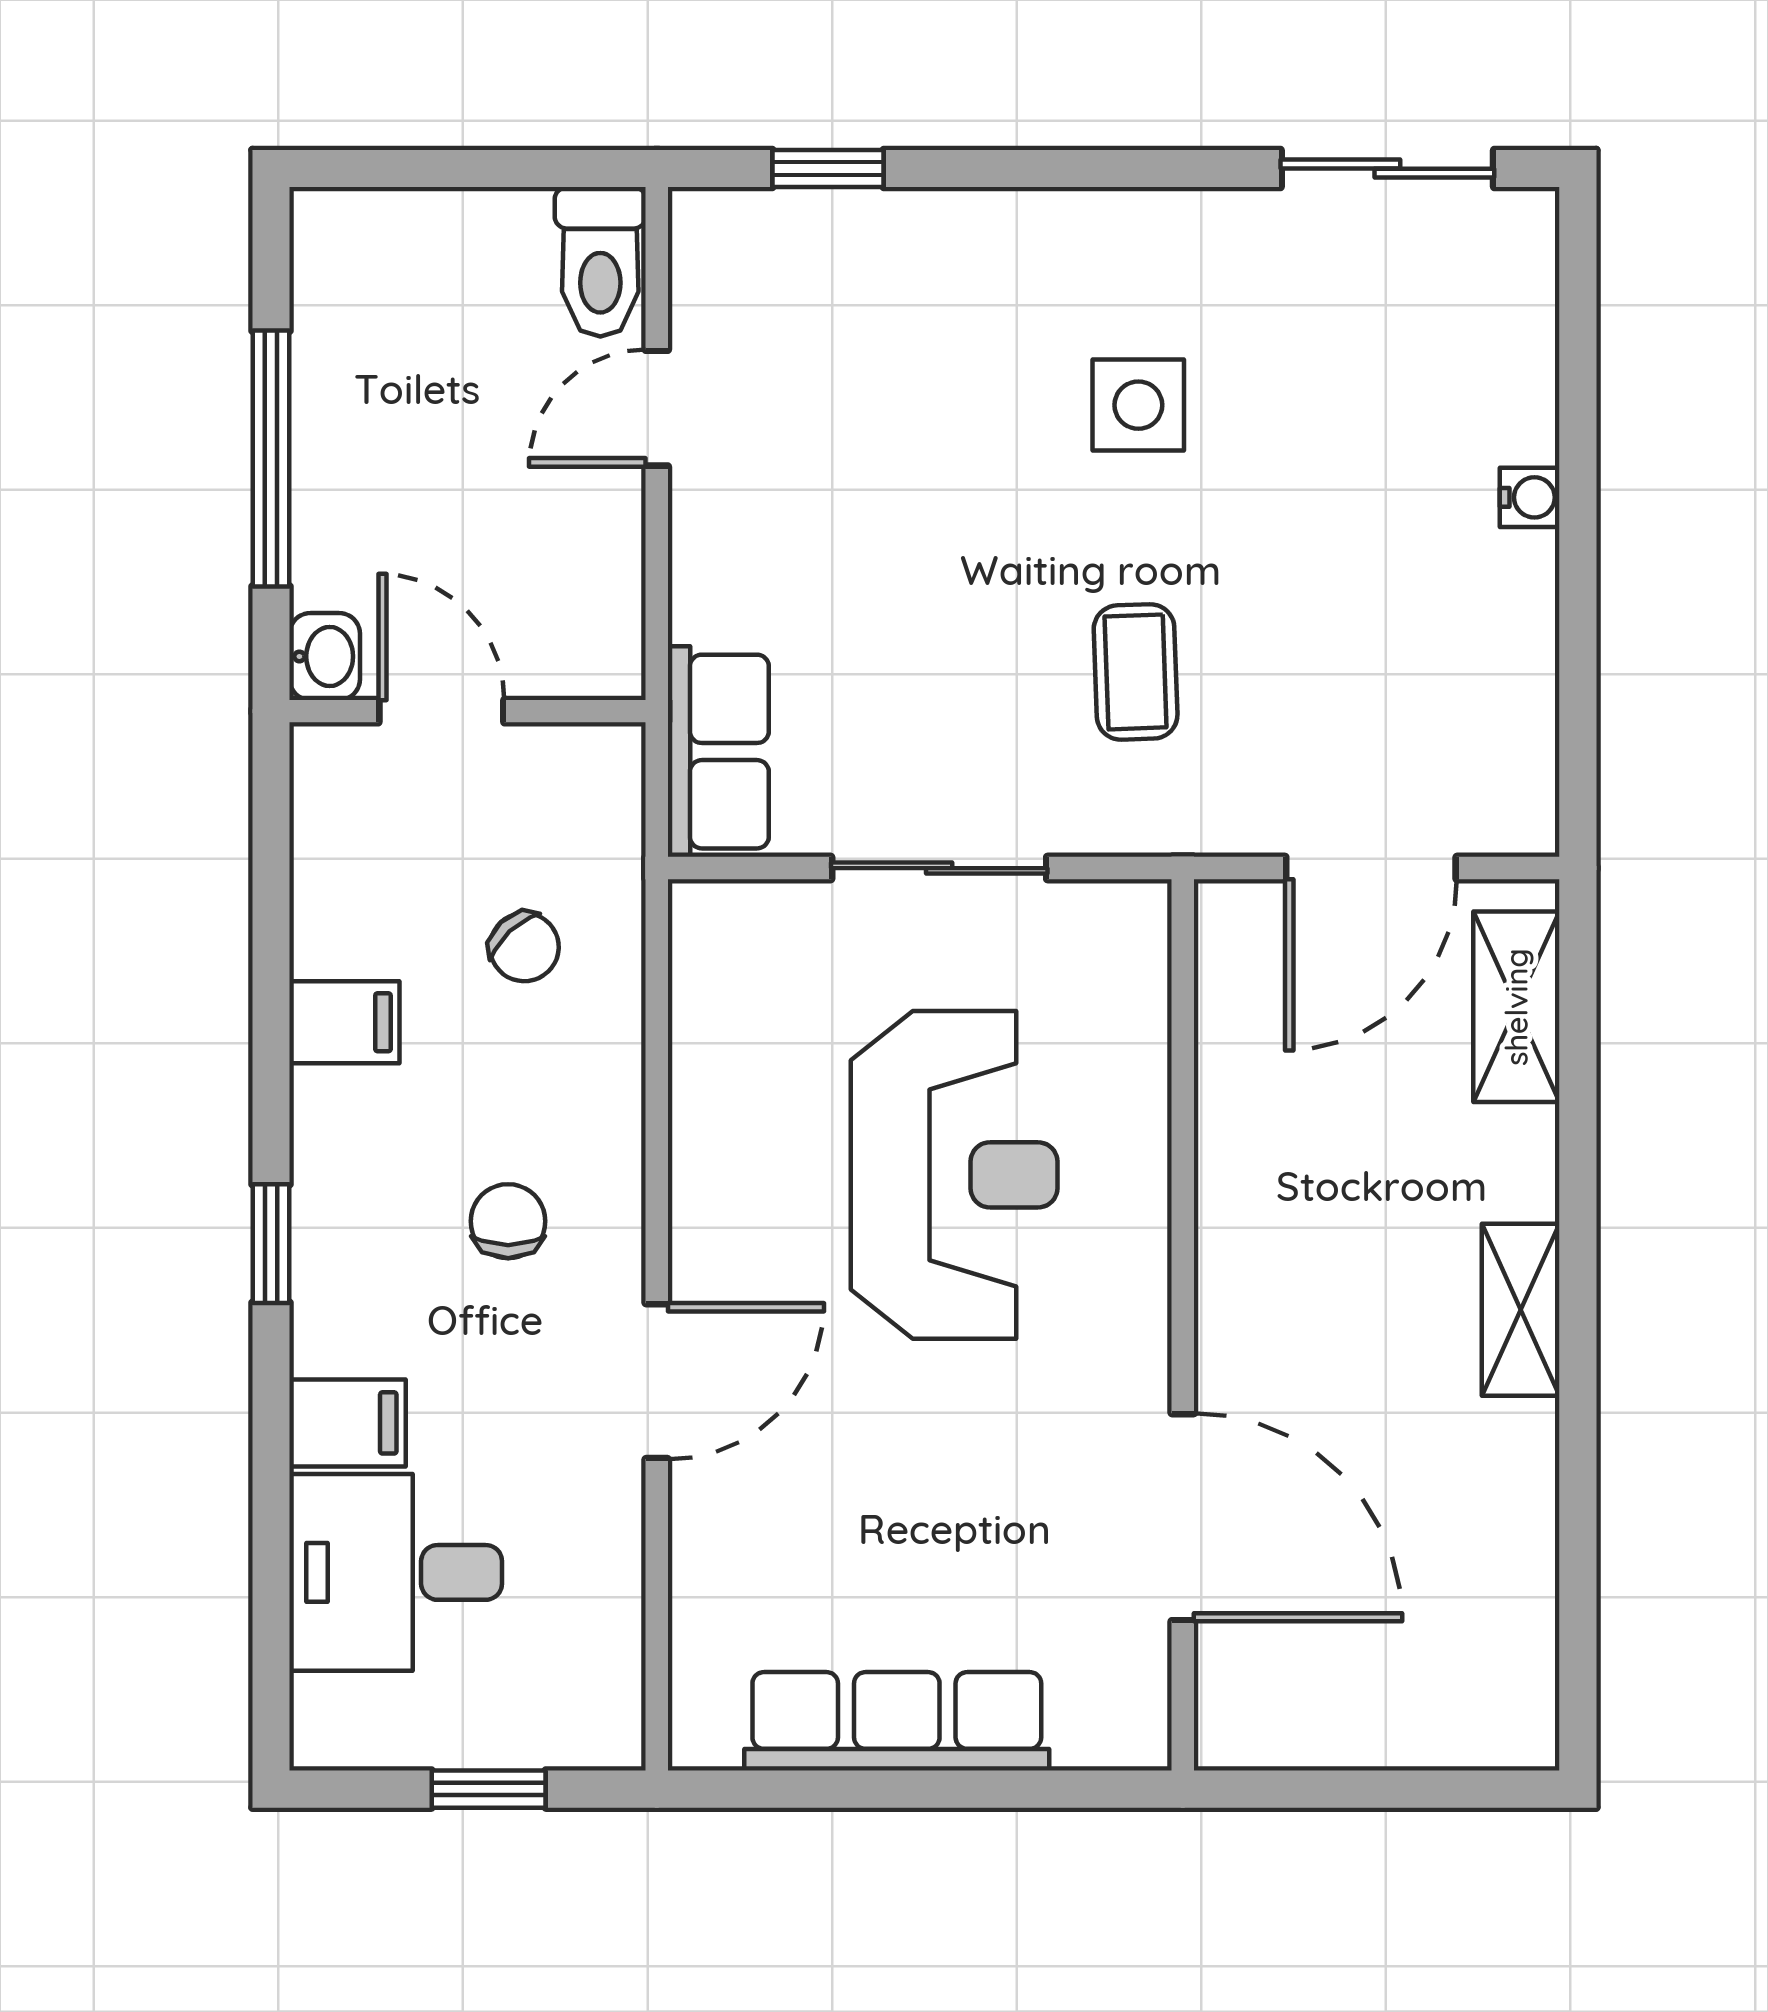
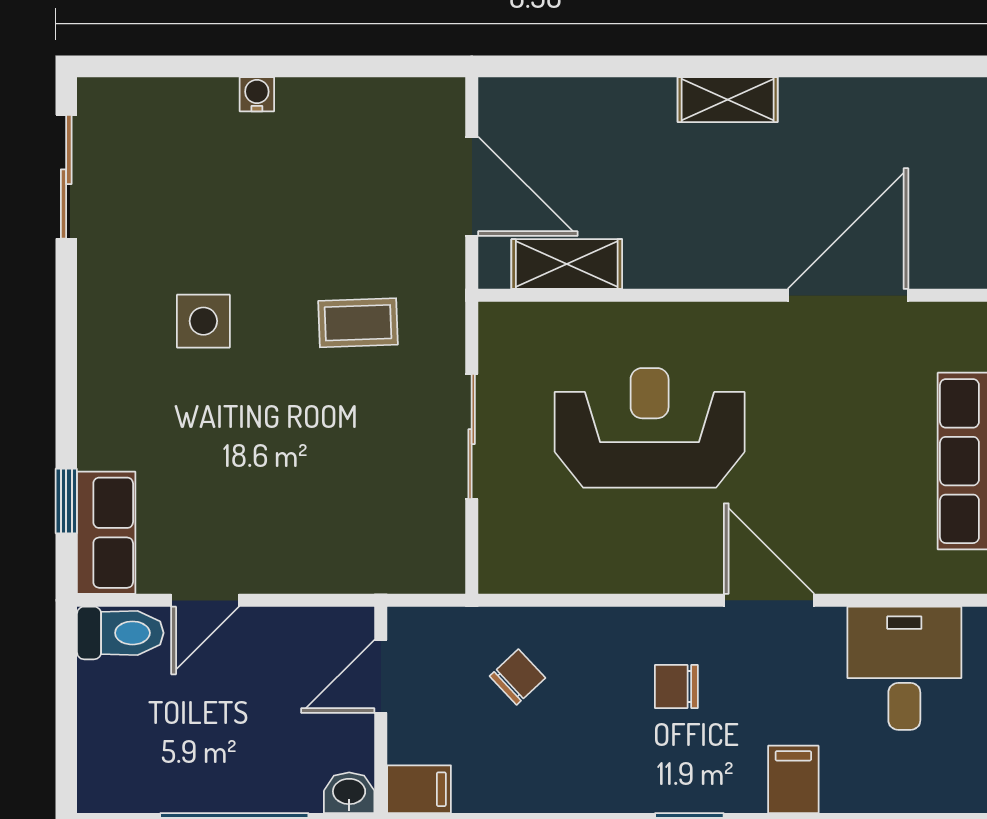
door: (657, 408) -> (205, 600), hinge flipped
door: (441, 711) -> (381, 676), moved
row of seats: (718, 752) -> (106, 533), moved, turned 90
shelving: (1516, 1007) -> (567, 264), moved
filing cabinet: (344, 1022) -> (419, 789), moved, turned 90
desk: (396, 1572) -> (904, 668), moved, turned 180

